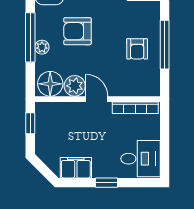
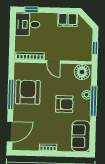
armchair: (137, 49) -> (28, 92), width x1.88, depth x1.88
plant: (75, 86) -> (67, 70), removed
window: (106, 183) -> (32, 10), moved

